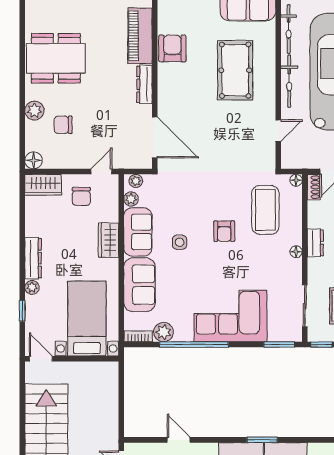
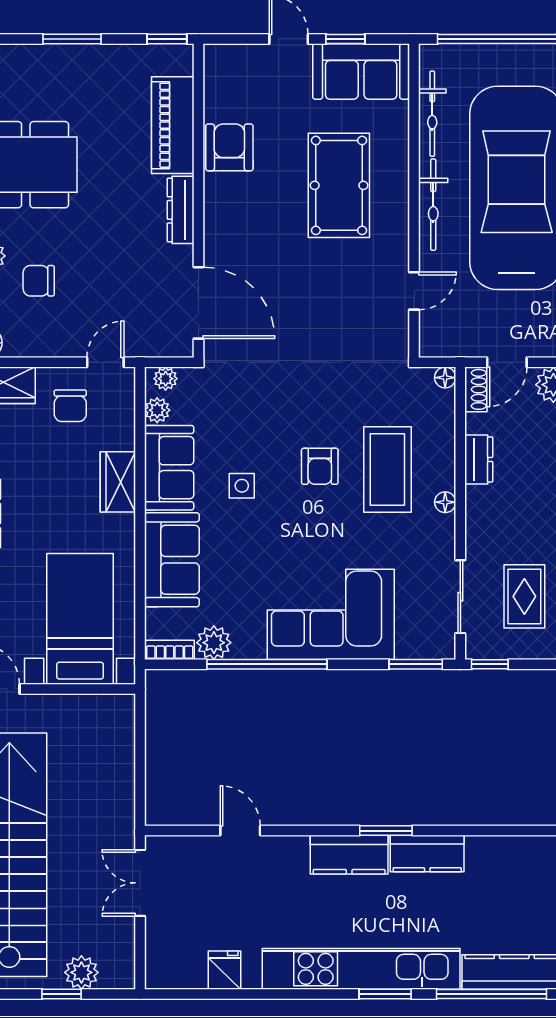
coffee table: (265, 210) -> (387, 469), moved
dresser: (315, 243) -> (479, 459), moved

